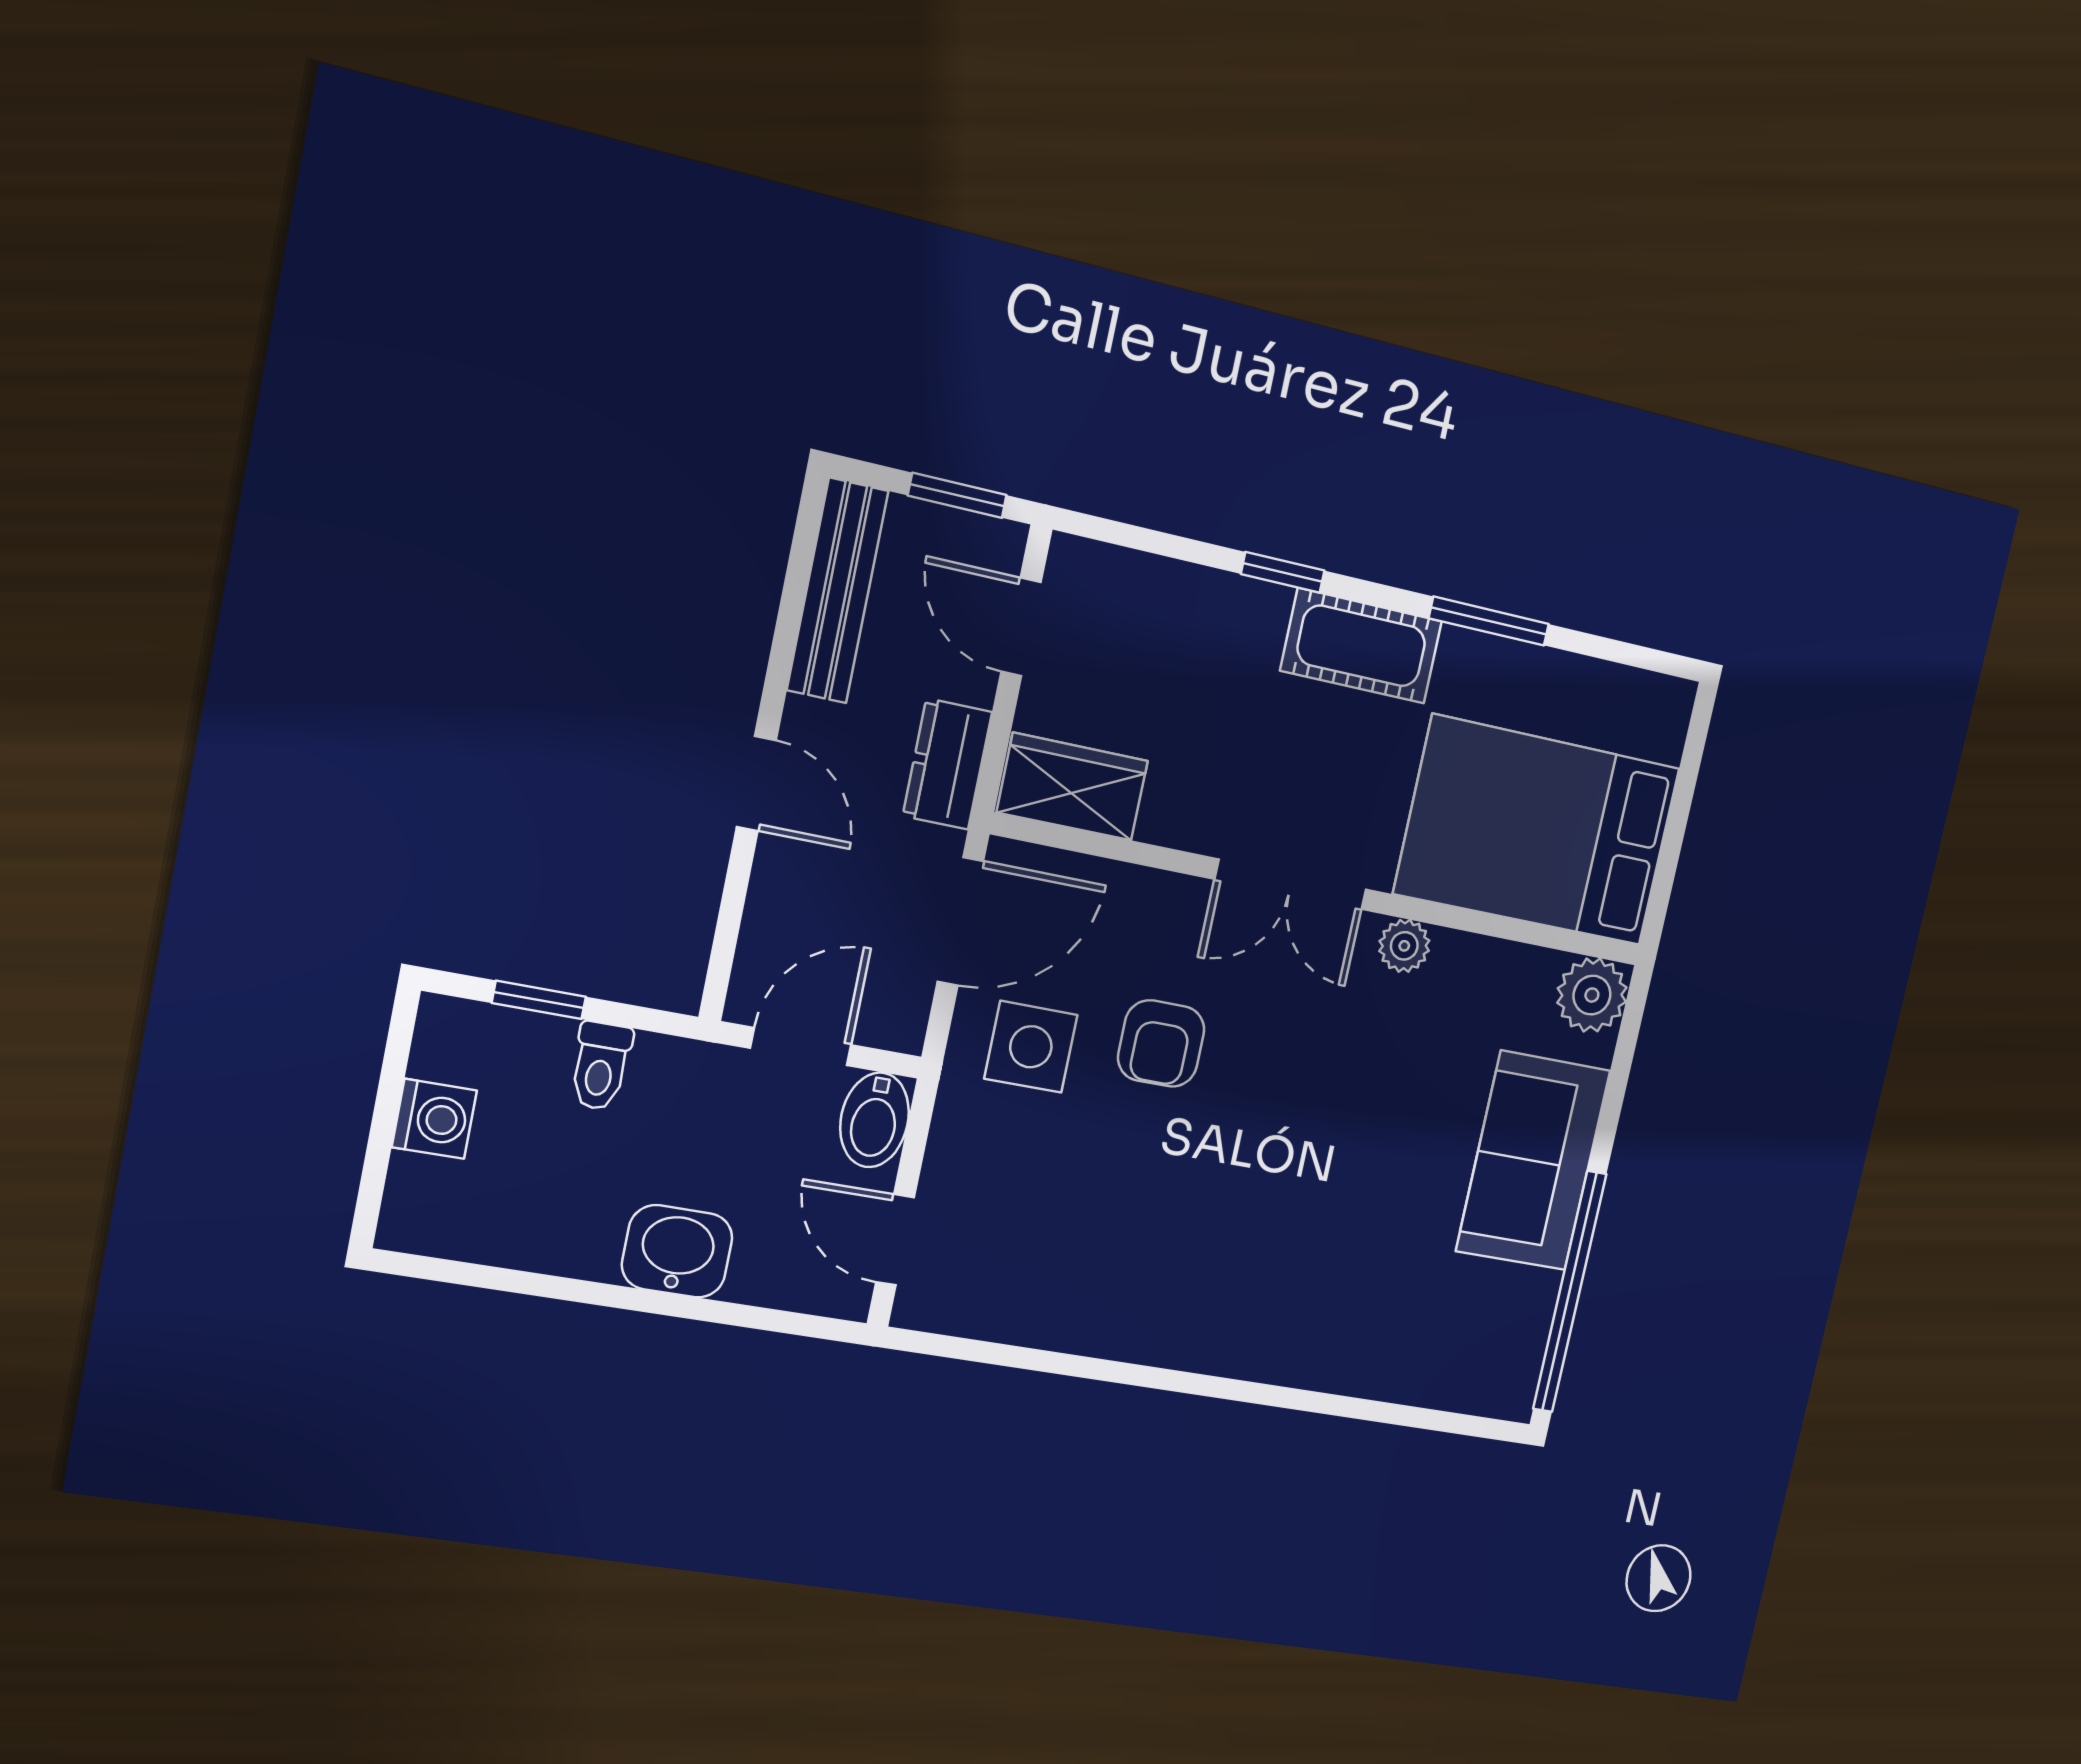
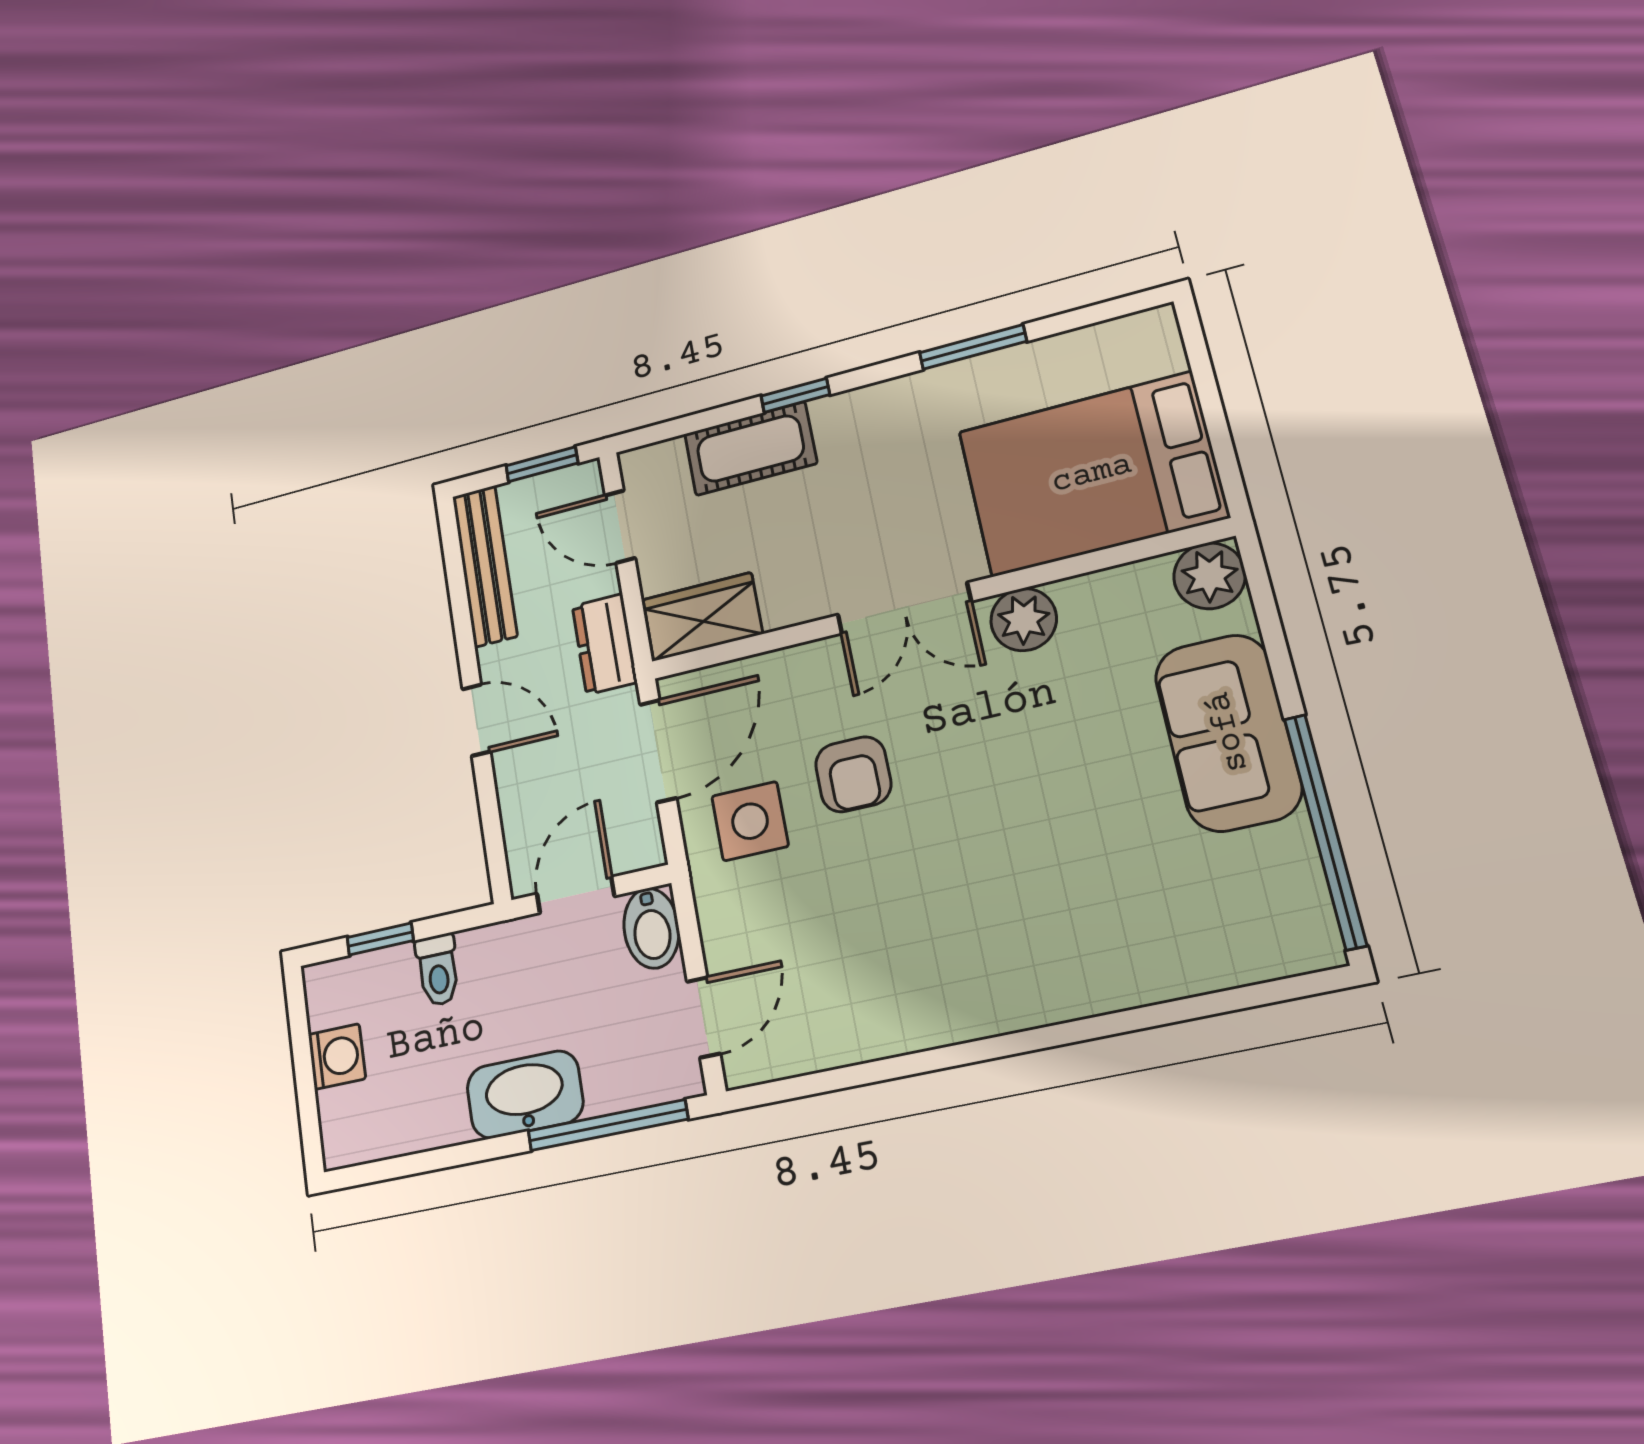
cot: (1361, 646) -> (750, 449), moved
plant: (1404, 946) -> (1024, 620), width x1.38, depth x1.38
door: (895, 1240) -> (704, 1017), swing flipped
washbasin: (677, 1251) -> (525, 1095), width x1.38
window: (742, 1316) -> (608, 1125), added

